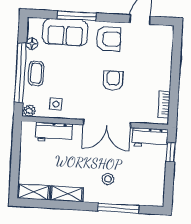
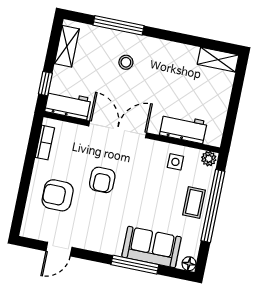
armchair: (108, 39) -> (58, 195), moved
floor lamp: (32, 44) -> (189, 264), moved
shelving: (67, 194) -> (67, 46), moved, turned 90

